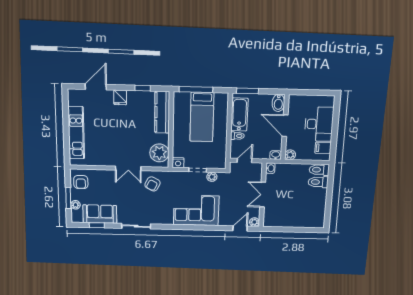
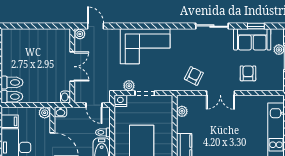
plant: (159, 153) -> (182, 111), width x0.53, depth x0.53
door: (245, 161) -> (94, 105), hinge flipped
nightstand: (178, 163) -> (120, 101), moved
double door: (128, 168) -> (220, 93), swing flipped
armchair: (81, 182) -> (248, 73), moved
door: (240, 228) -> (96, 26), swing flipped

